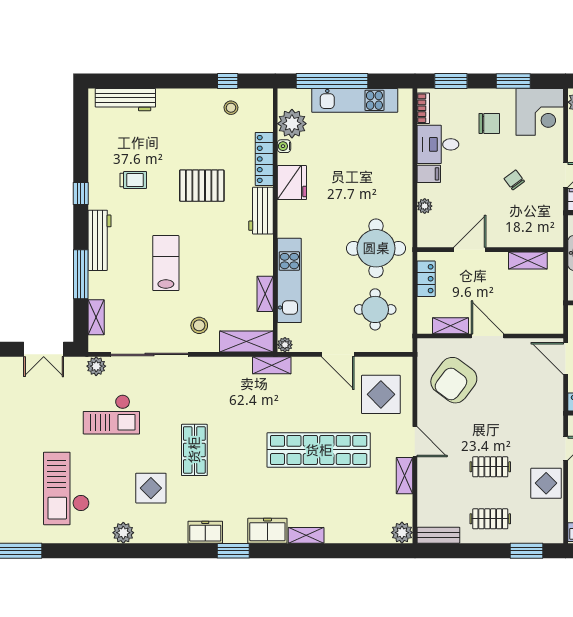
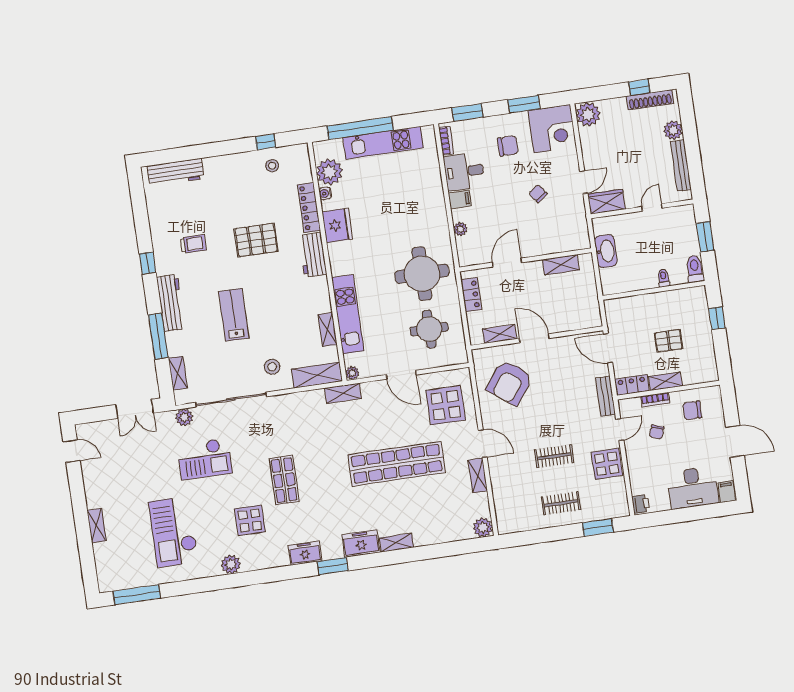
bench: (438, 535) -> (605, 396), moved, turned 90

